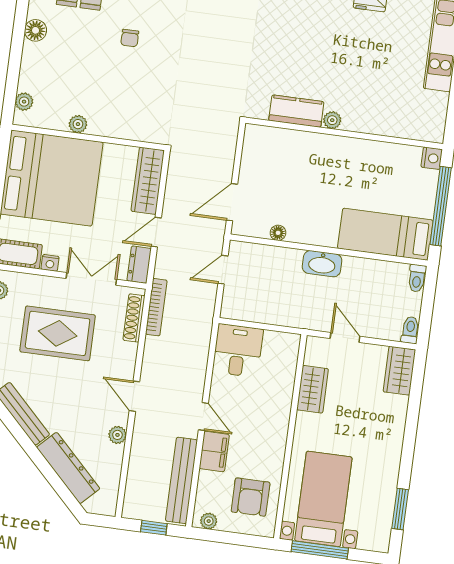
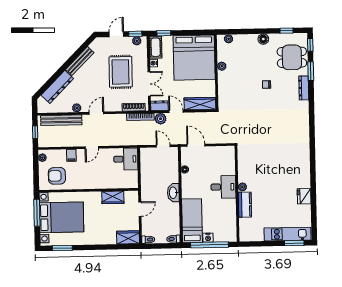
kitchen counter: (296, 111) -> (245, 205), moved
nightstand: (432, 158) -> (208, 238), moved
desk: (326, 159) -> (223, 187), added
plant: (166, 266) -> (161, 119), added
filing cabinet: (214, 451) -> (71, 155), width x0.50
bench: (181, 480) -> (61, 120), moved
bed with nightstands: (323, 499) -> (62, 217), width x1.36

